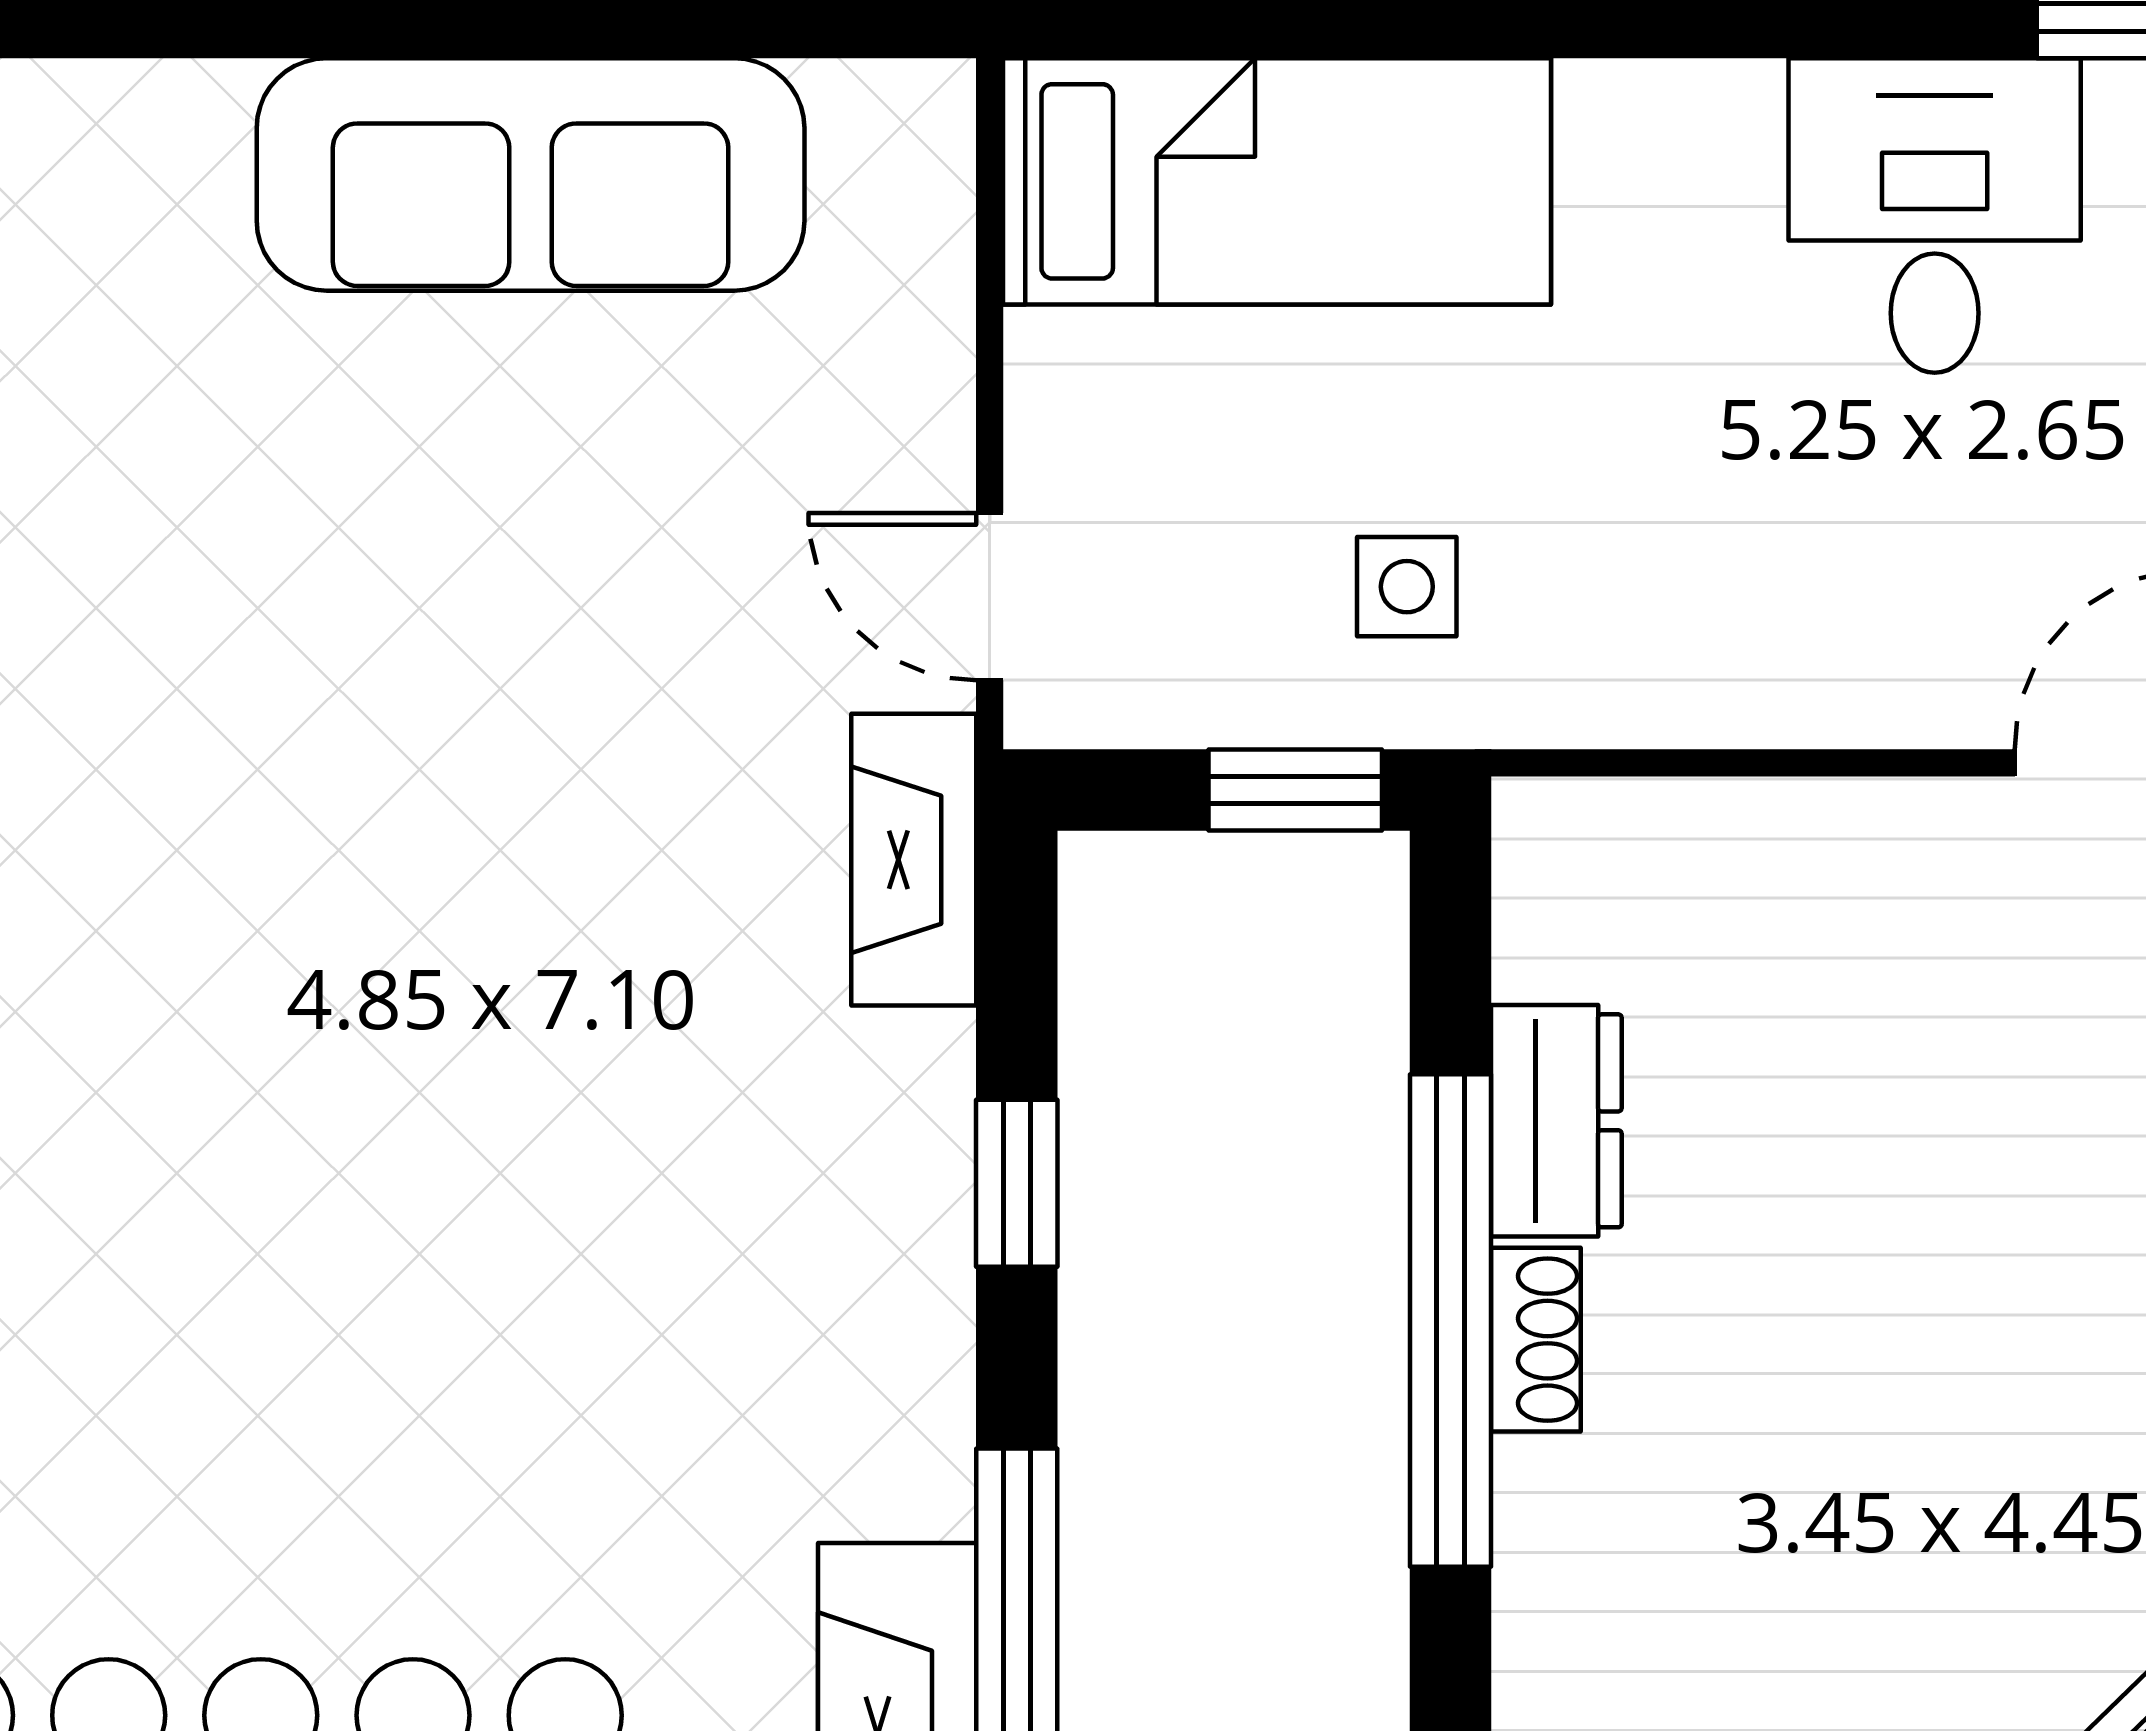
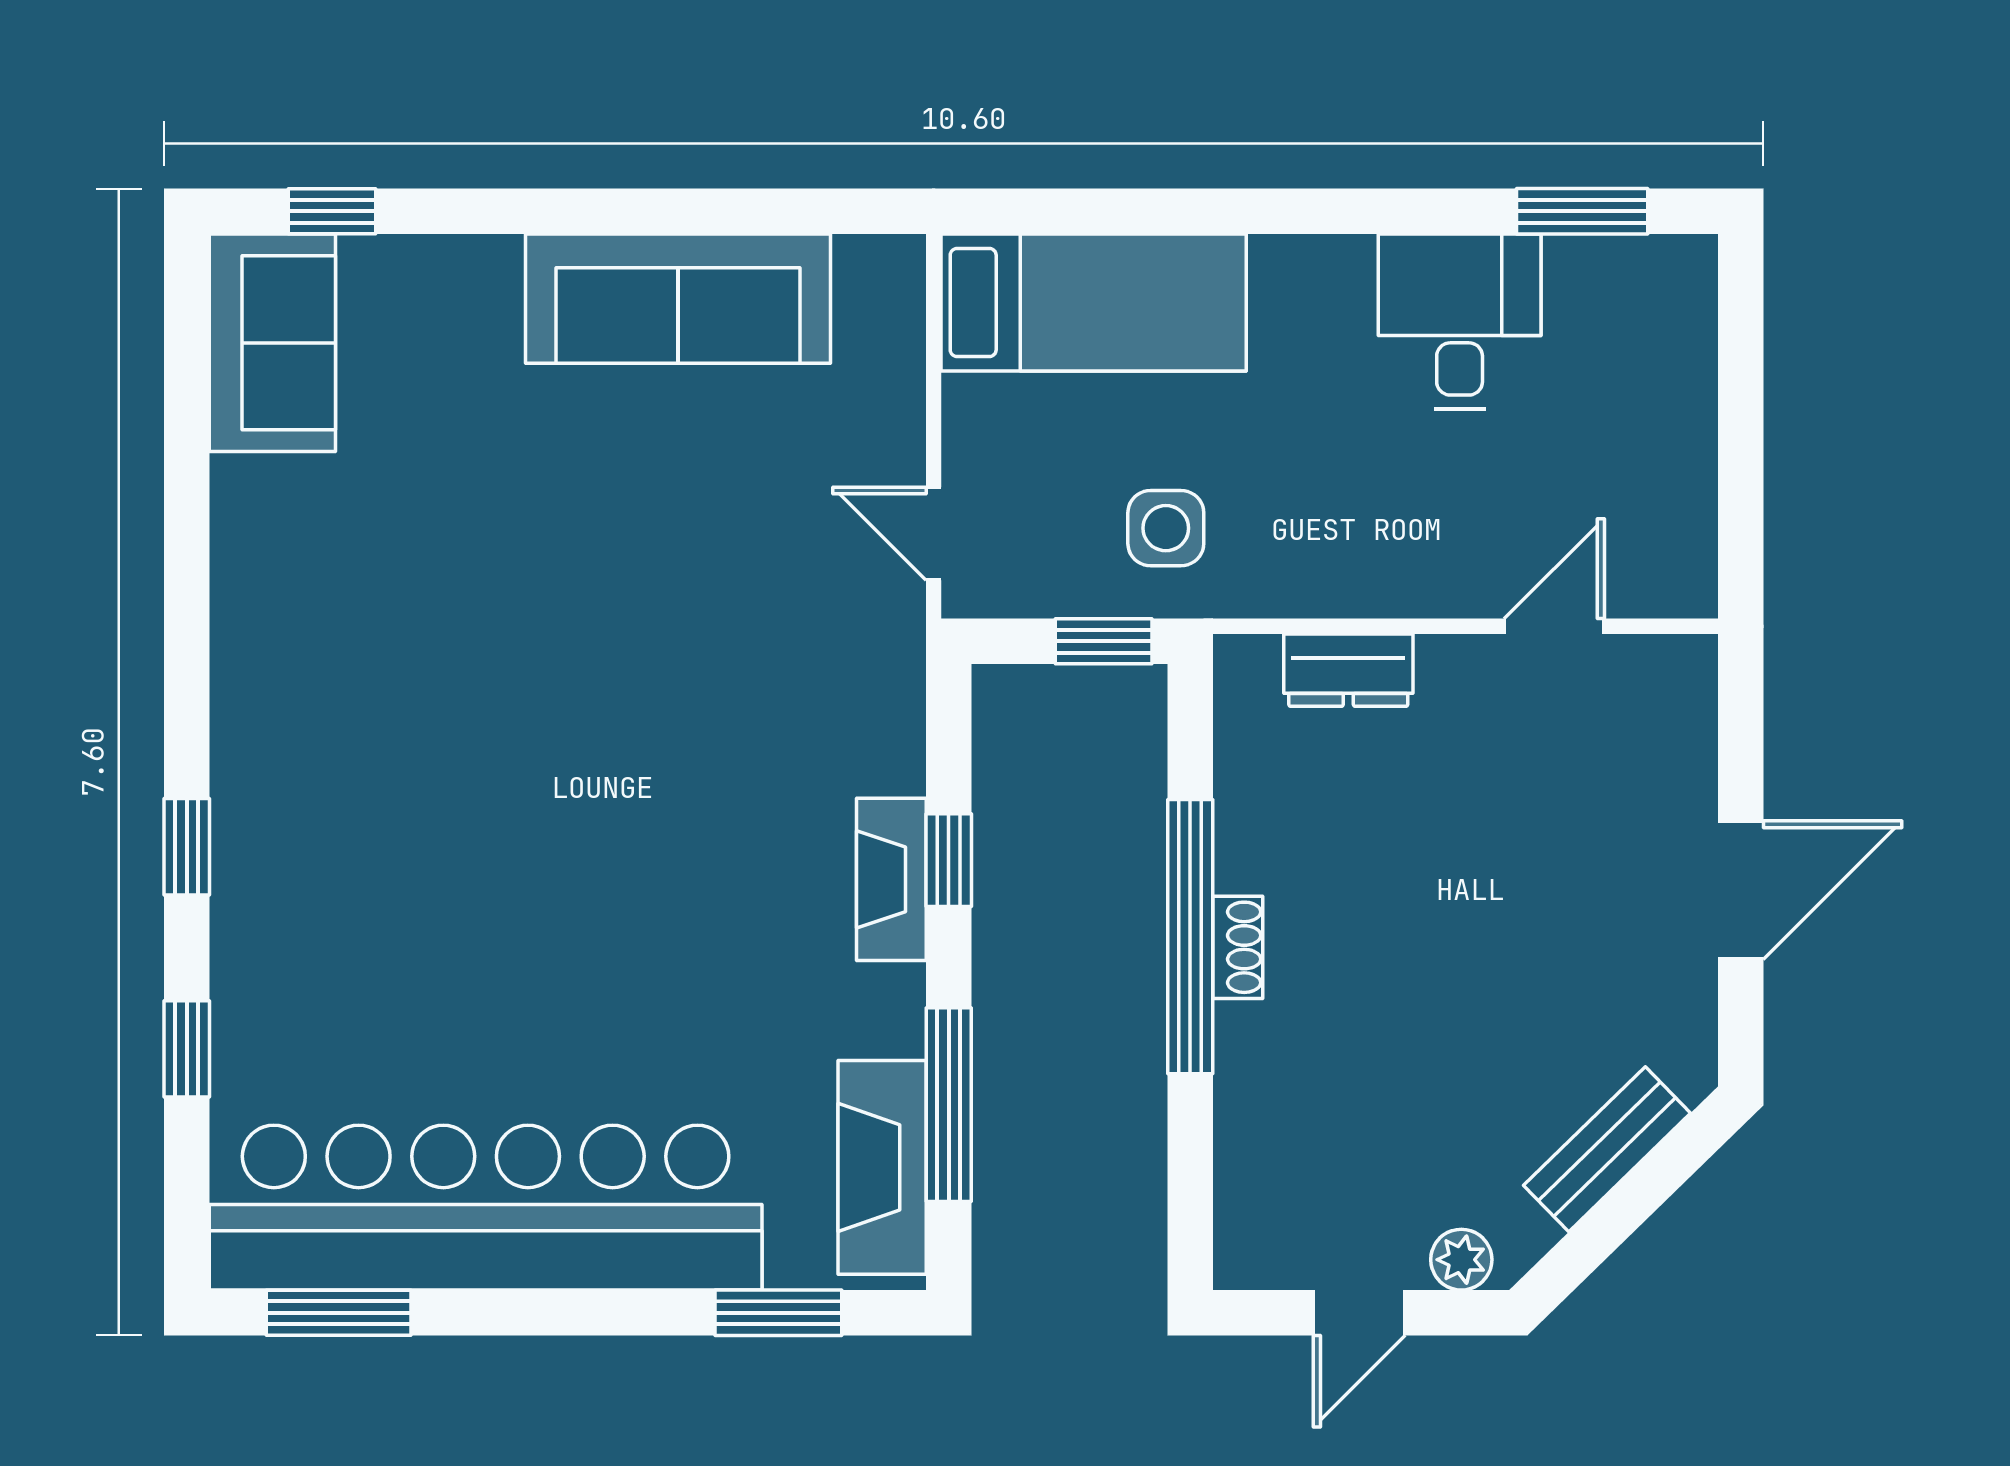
side table: (1407, 587) -> (1166, 528), width x1.37, depth x1.37
fireplace: (914, 860) -> (891, 879), moved
dresser: (1556, 1121) -> (1348, 670), moved, turned 90

